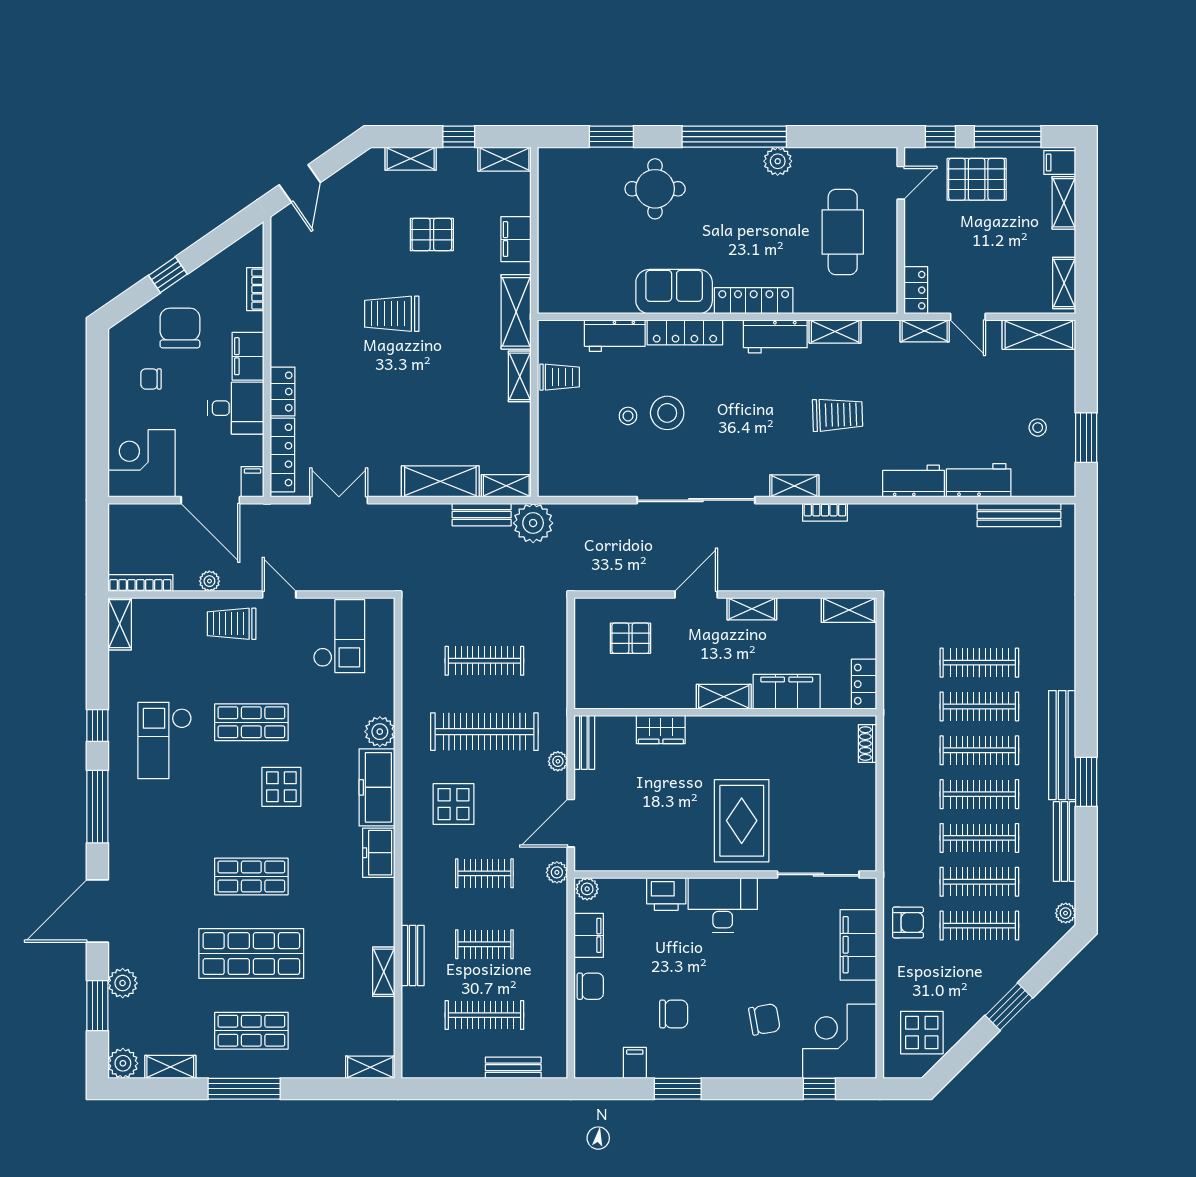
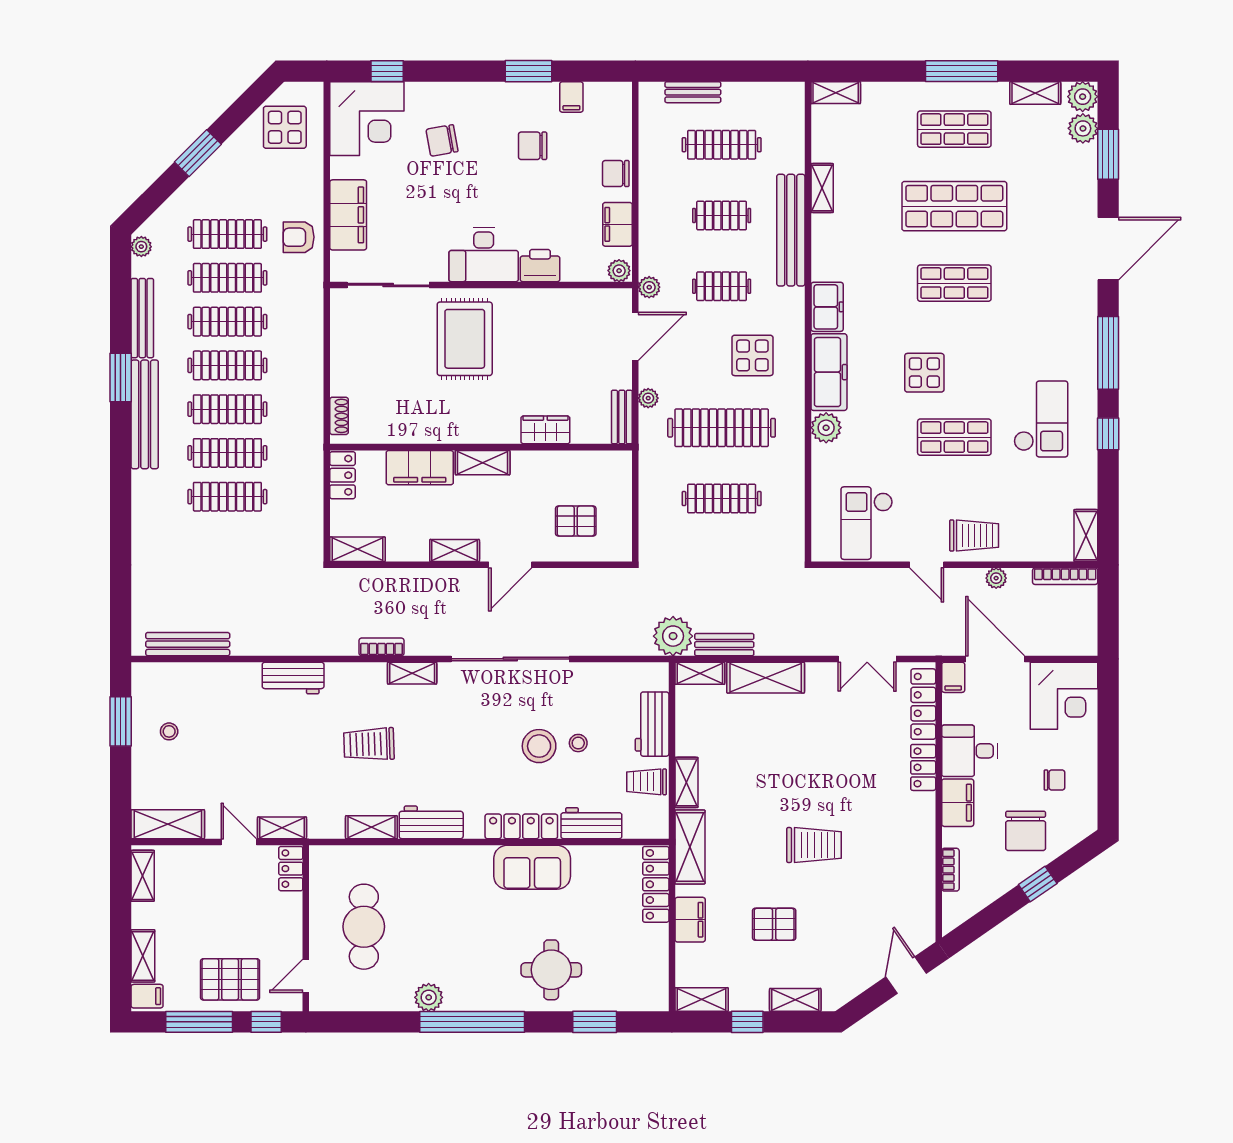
locker: (754, 301) -> (656, 884), moved, turned 90
workbench: (979, 480) -> (652, 724), moved, turned 90
bench: (413, 955) -> (791, 230), width x1.86, depth x1.21
plant: (123, 983) -> (1083, 128), moved

